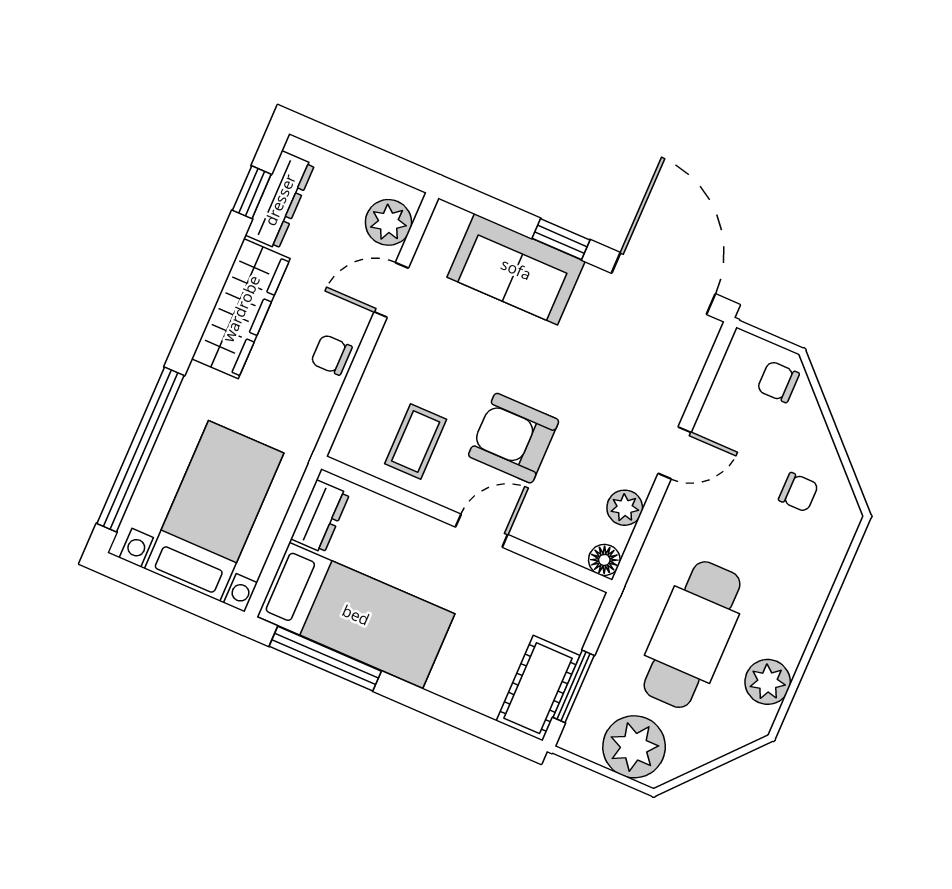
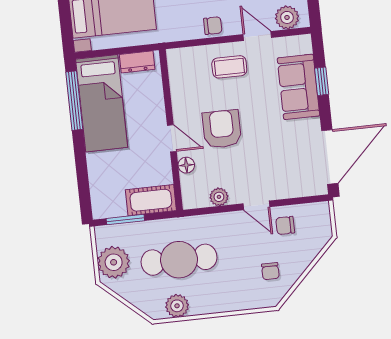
window: (561, 239) -> (322, 81), moved
chair: (331, 355) -> (213, 26), turned 90
chair: (778, 382) -> (285, 225), moved, turned -90
coffee table: (416, 442) -> (229, 67), moved
floor lamp: (604, 560) -> (186, 165), moved
cot: (538, 688) -> (151, 200), moved

